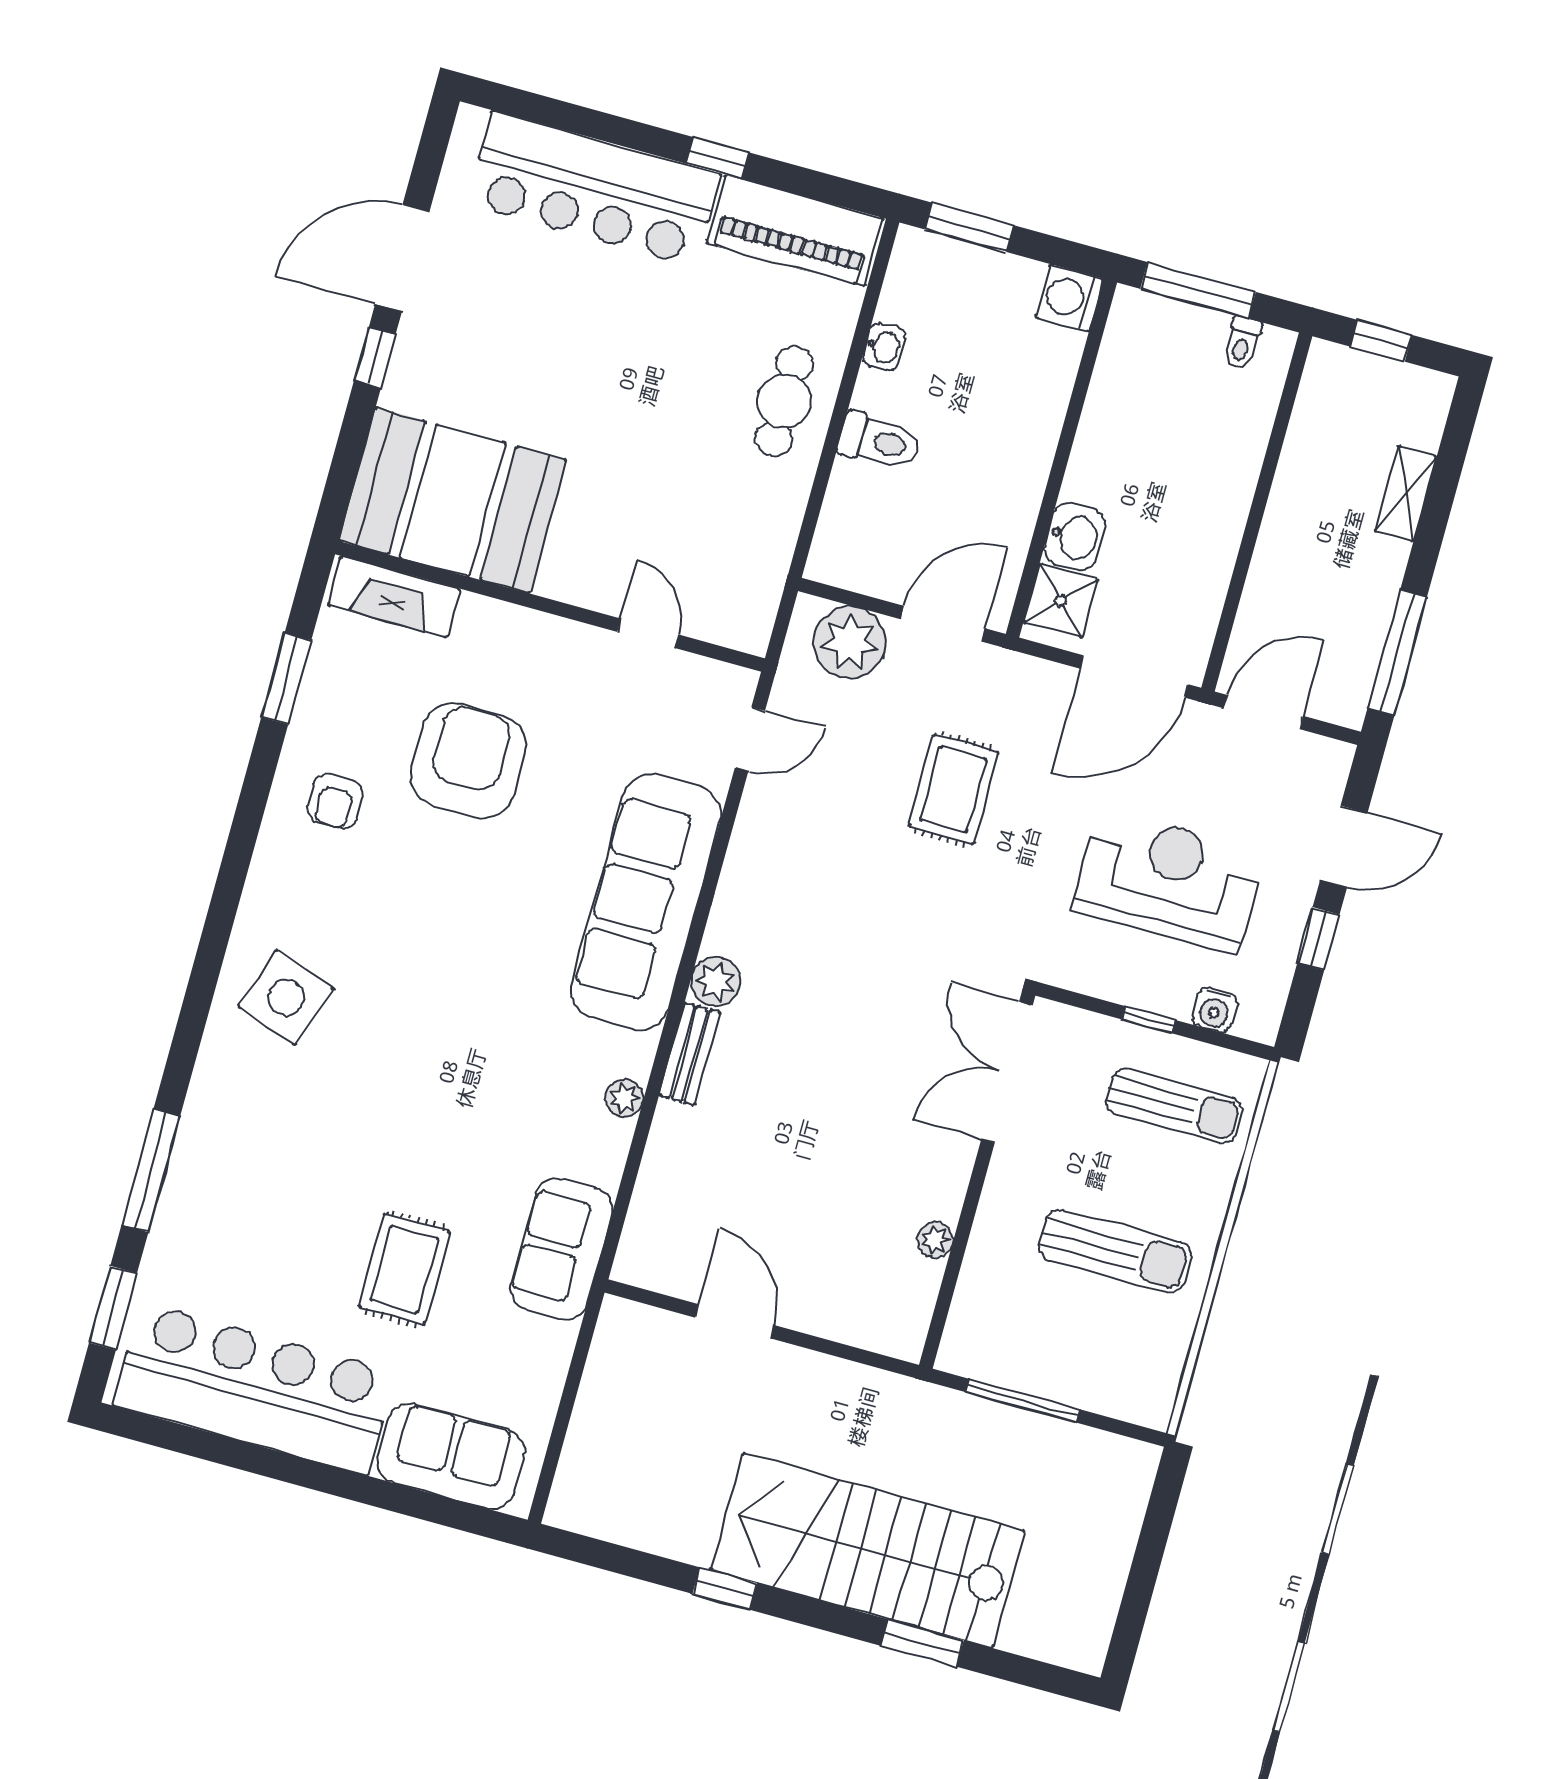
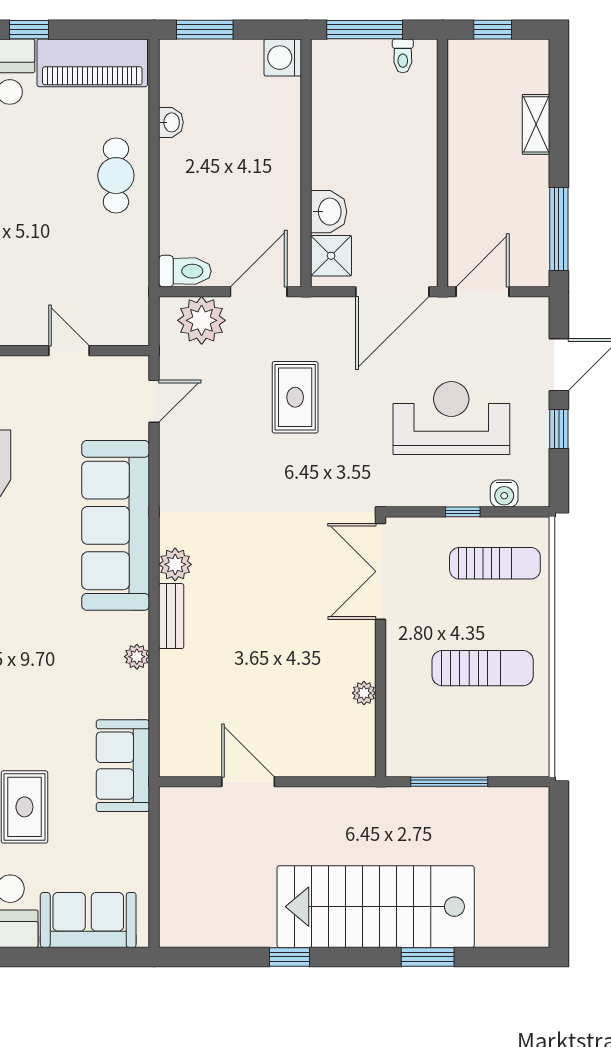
toilet: (879, 441) -> (185, 271), moved

